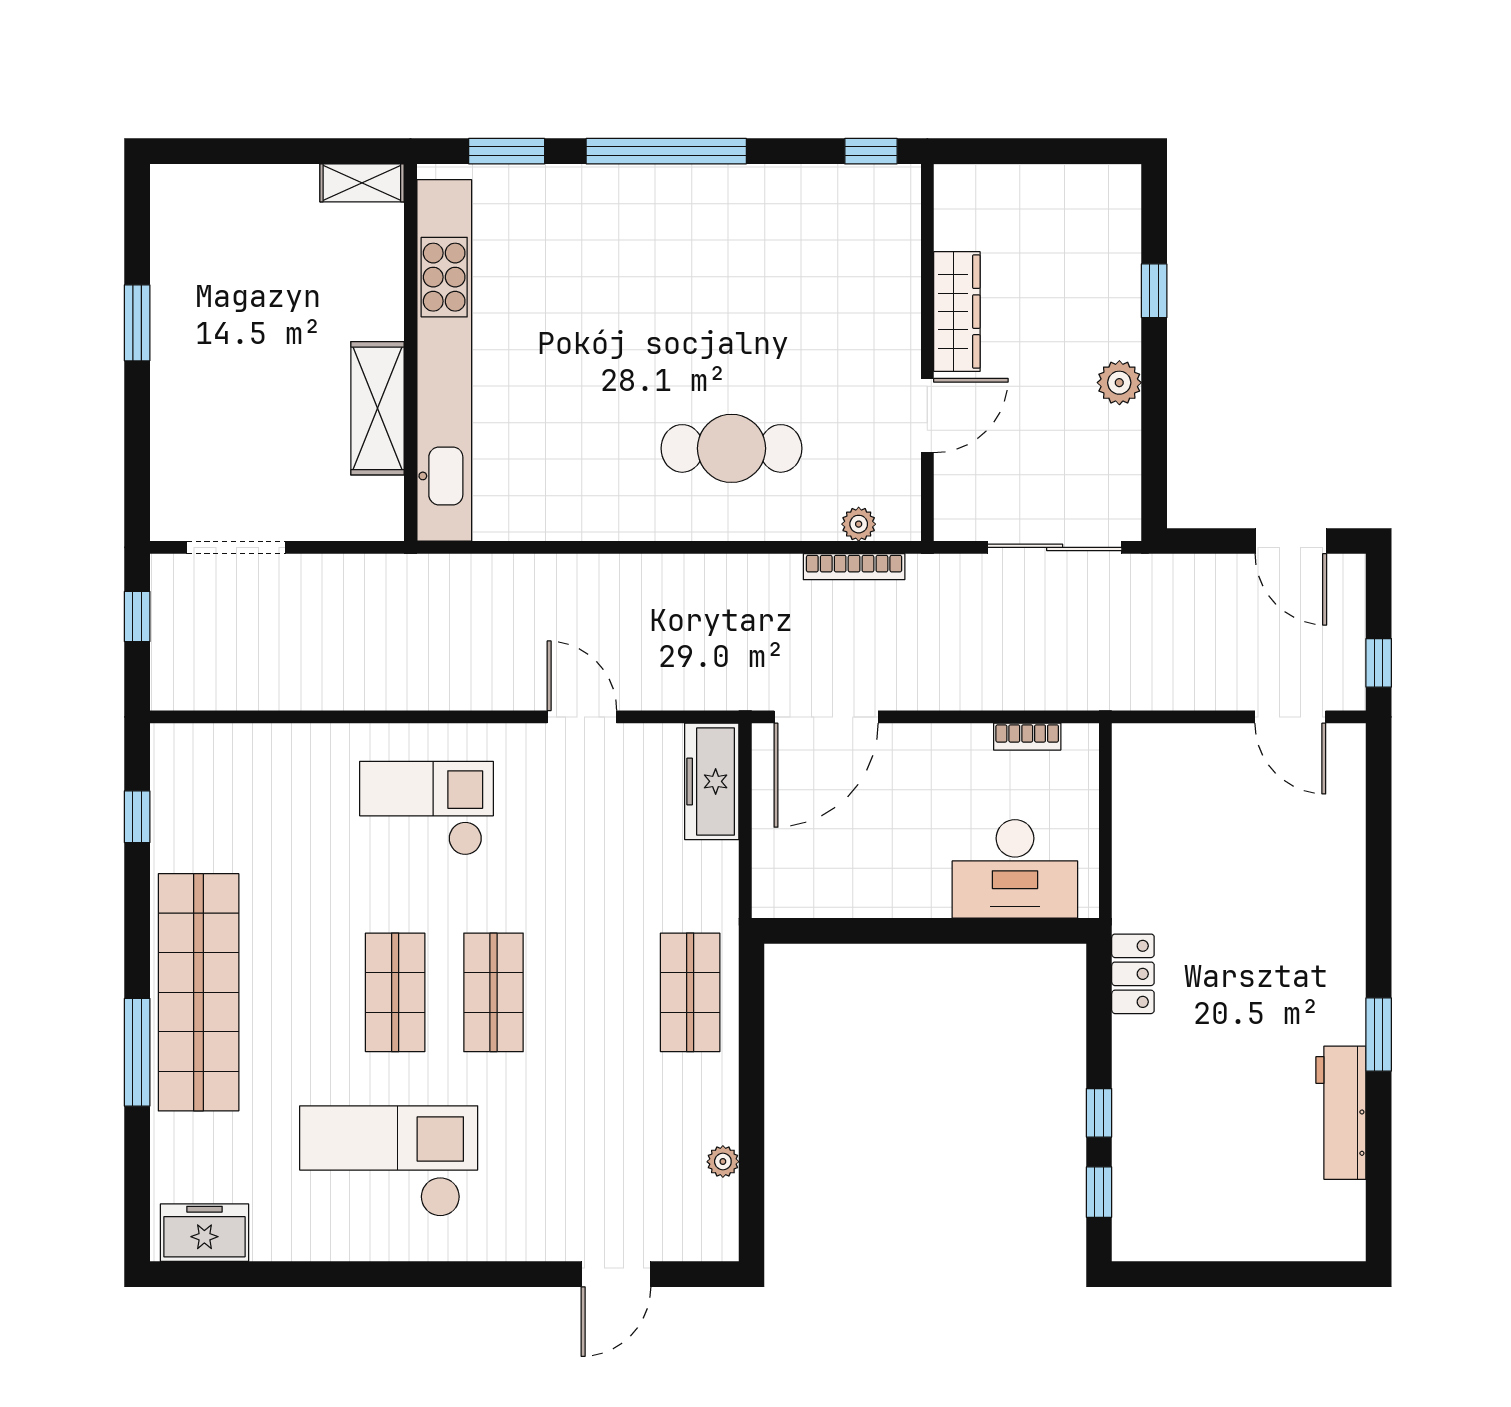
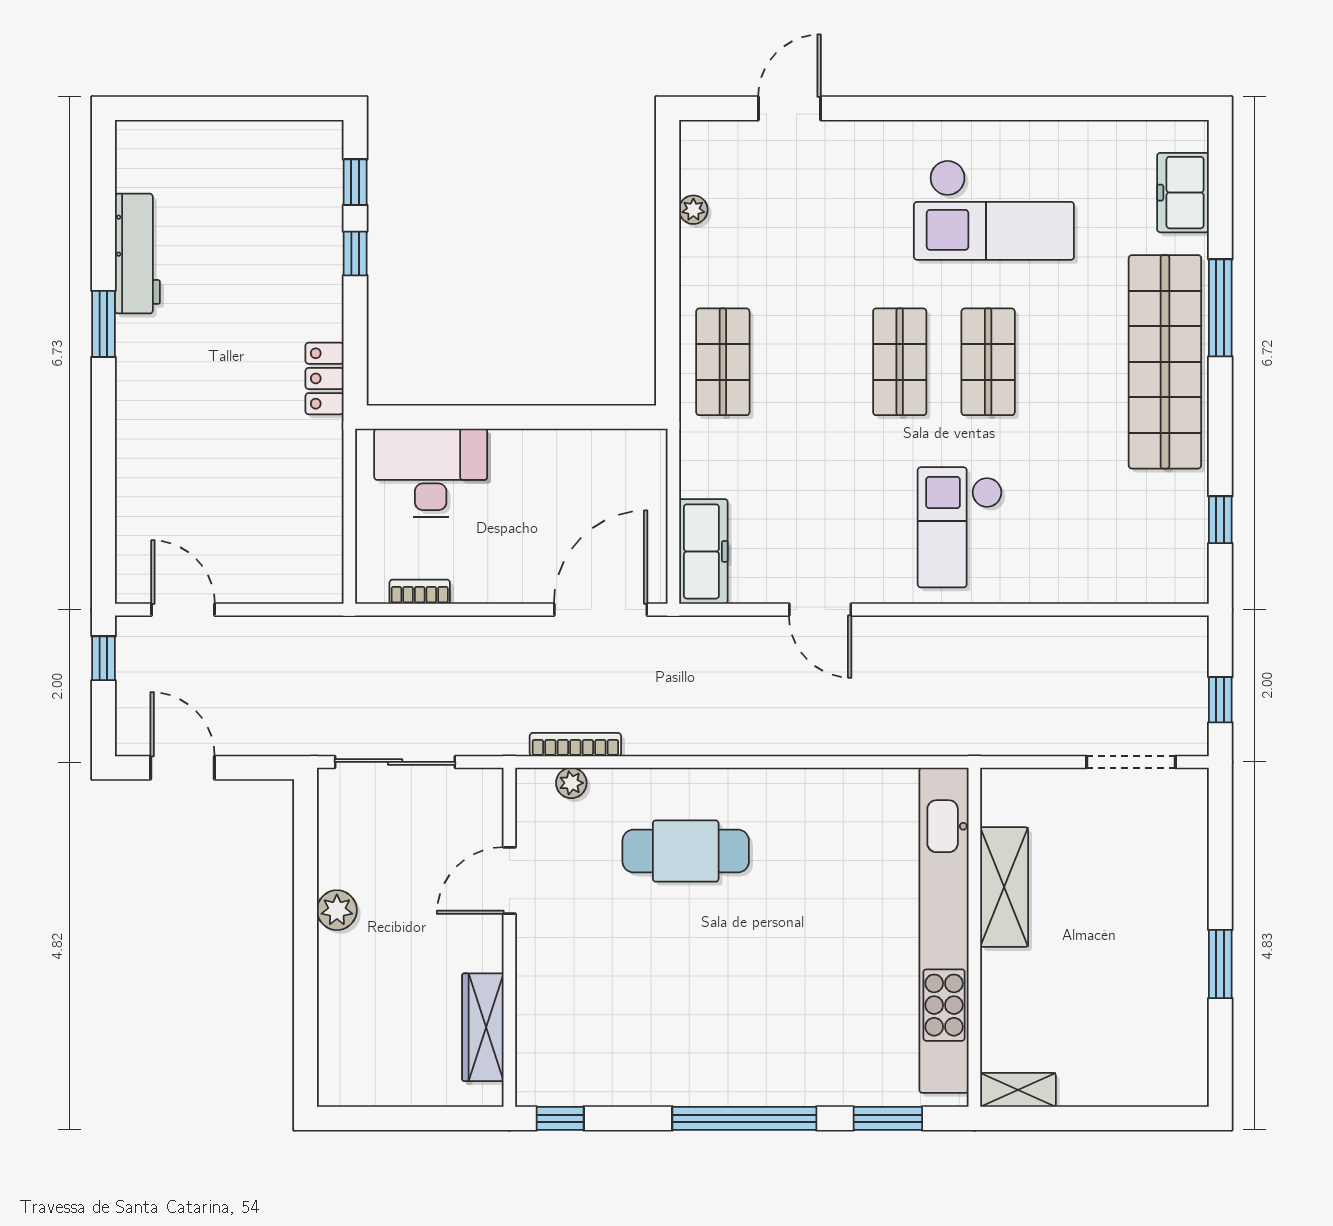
window: (1154, 291) -> (306, 993), removed
wardrobe: (957, 312) -> (483, 1027), moved
checkout: (426, 808) -> (960, 527), turned 90
freezer: (204, 1233) -> (1183, 193), moved, turned 90

